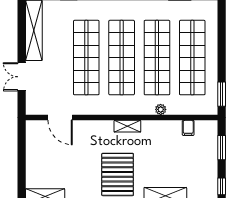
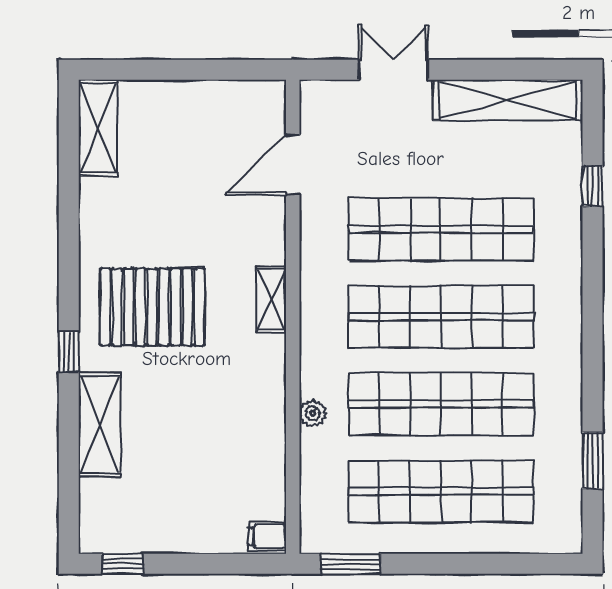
shelving: (127, 126) -> (271, 300), moved
filing cabinet: (188, 128) -> (267, 536), moved
window: (222, 148) -> (218, 564), removed

